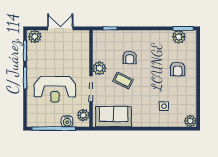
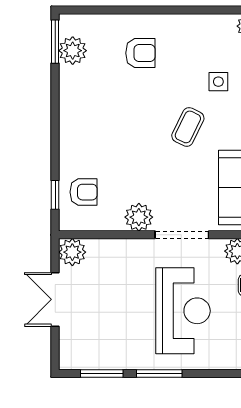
plant: (35, 37) -> (72, 252), moved
armchair: (130, 58) -> (84, 192), moved
coffee table: (123, 80) -> (188, 127), moved

